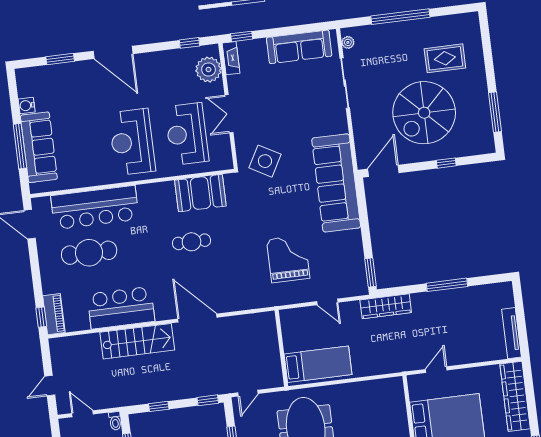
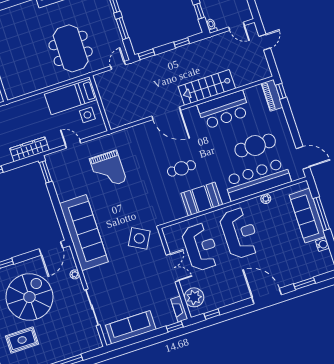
plant: (348, 42) -> (75, 274), moved
plant: (89, 180) -> (266, 199), added
booth: (200, 193) -> (202, 199), moved
side table: (301, 336) -> (87, 115), added

